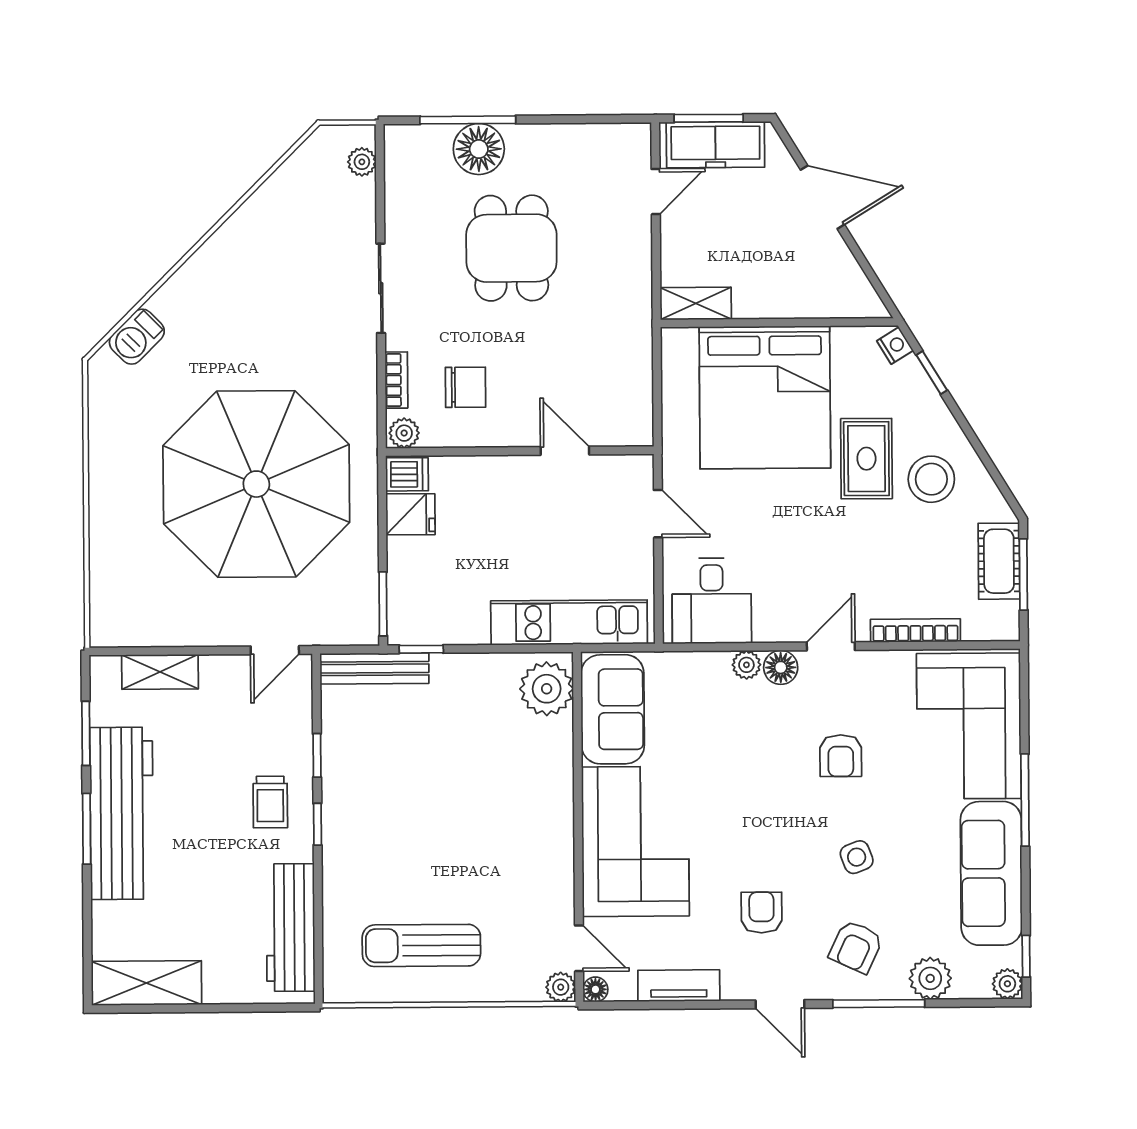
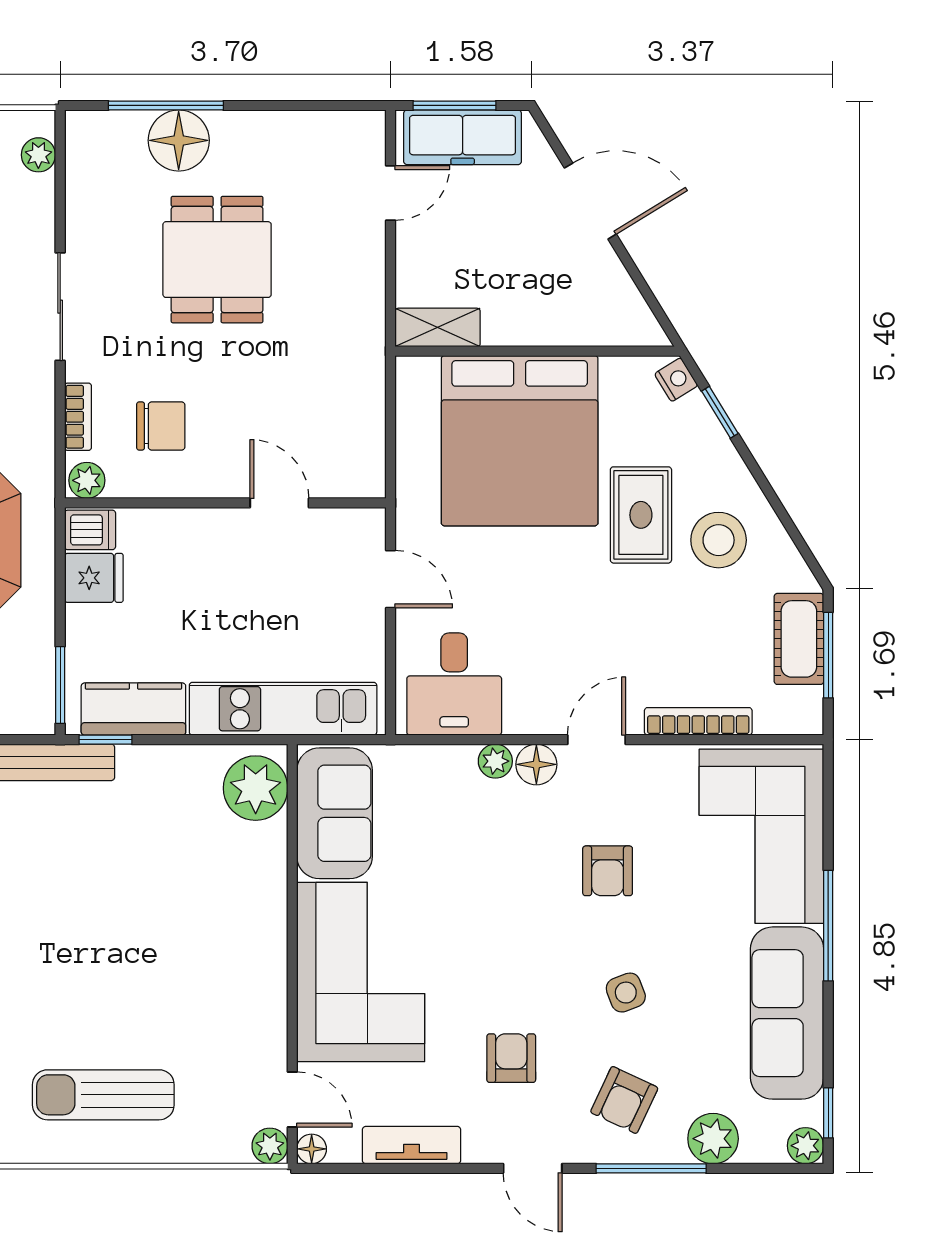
kitchen counter: (444, 623) -> (133, 709), added

